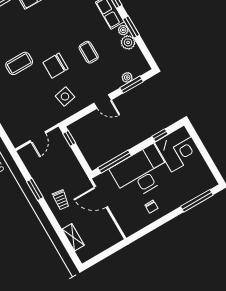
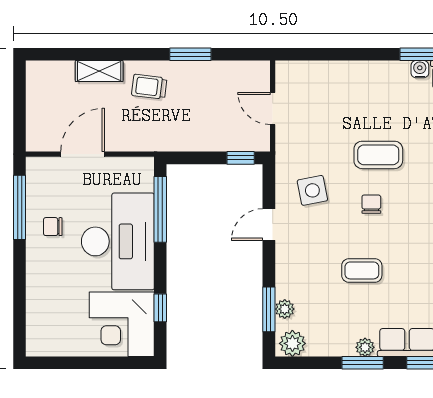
plant: (128, 42) -> (292, 343), moved
coffee table: (19, 63) -> (378, 155), moved, turned 90
chair: (55, 66) -> (371, 204), width x0.54, depth x0.54
door: (103, 101) -> (269, 225), moved
door: (101, 197) -> (83, 154), moved
window: (197, 201) -> (20, 207), moved
shelving: (73, 237) -> (99, 71), moved

